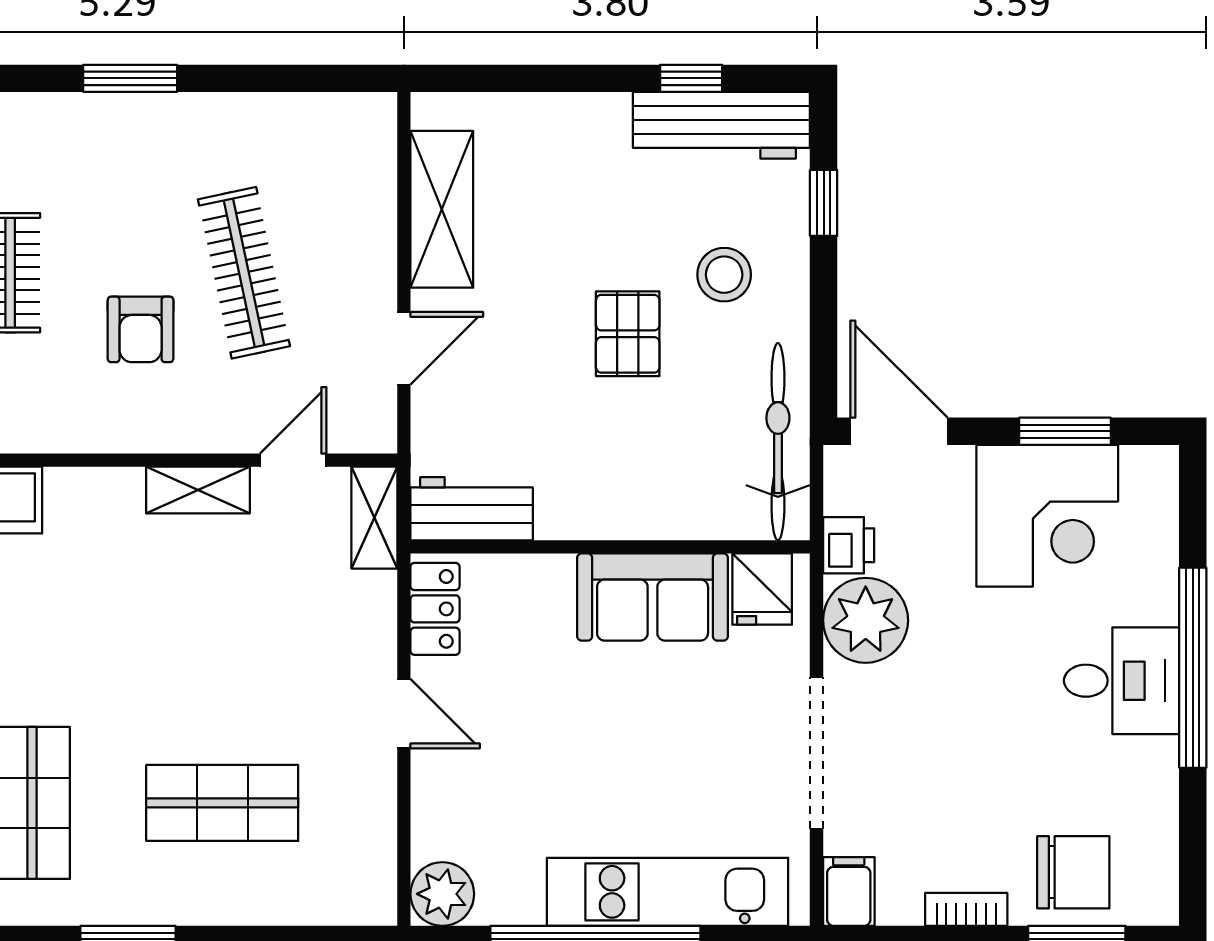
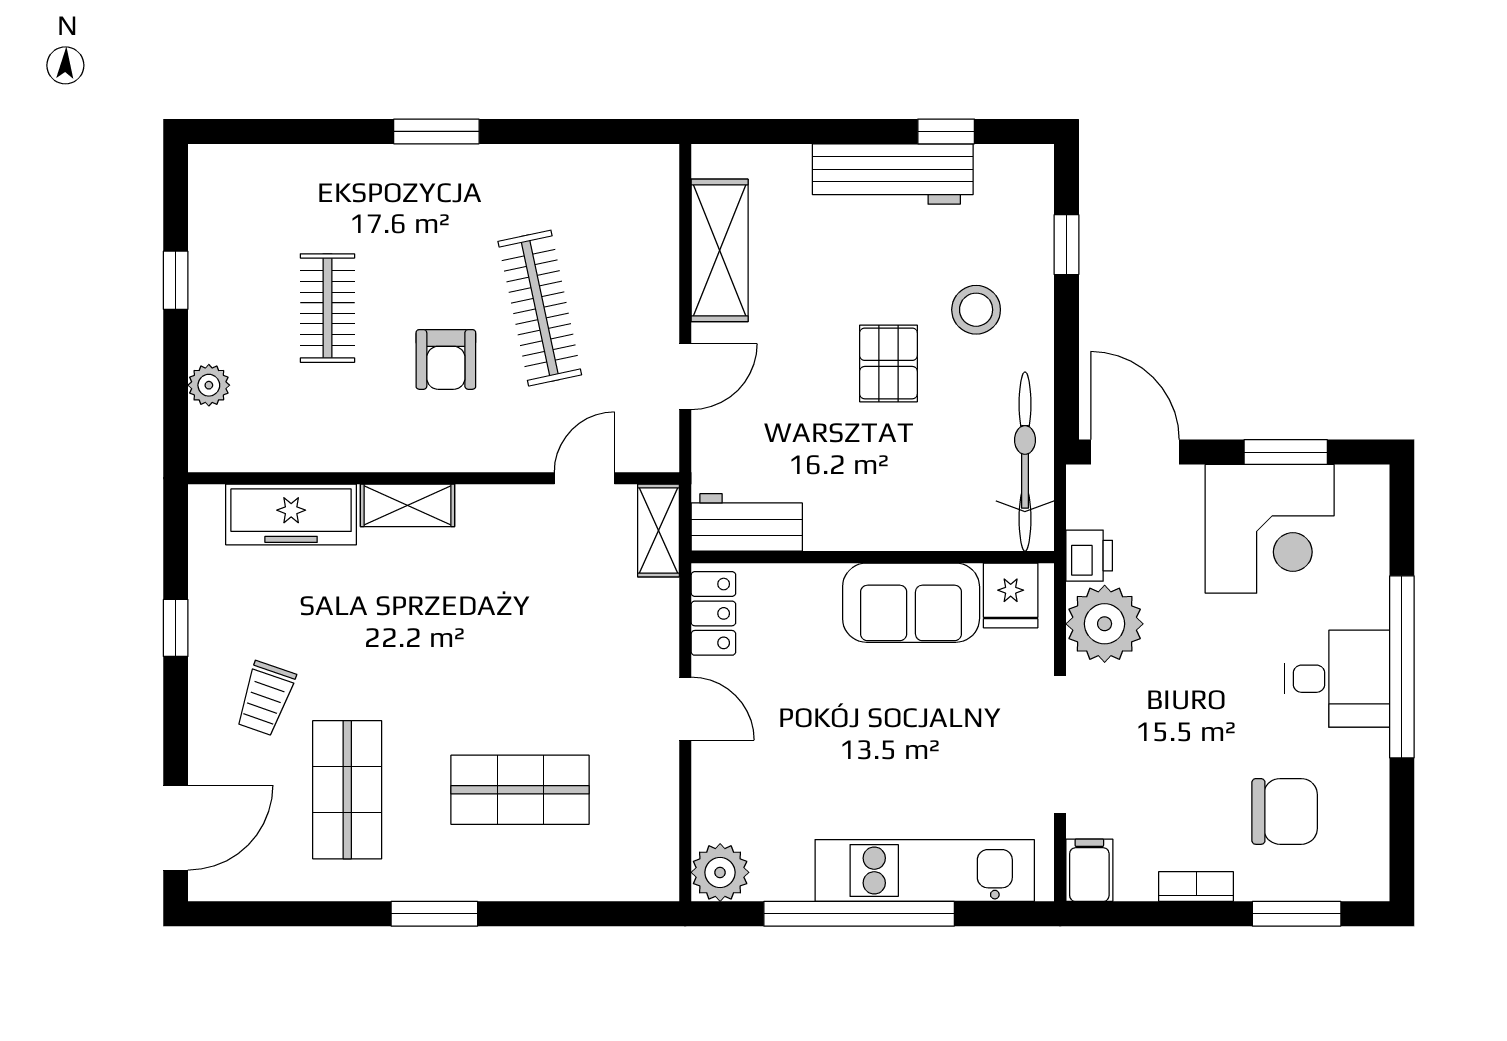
workbench: (721, 125) -> (893, 174), moved
shelving: (198, 490) -> (408, 505), moved
chair: (1073, 872) -> (1285, 811), moved

